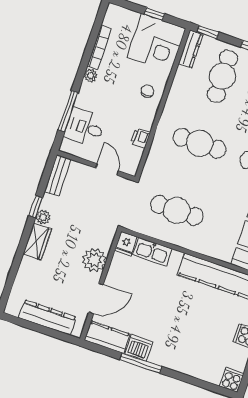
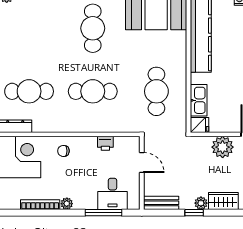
cafe table: (200, 143) -> (93, 91), turned 90
door: (107, 169) -> (142, 163), swing flipped

